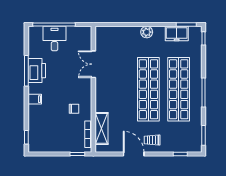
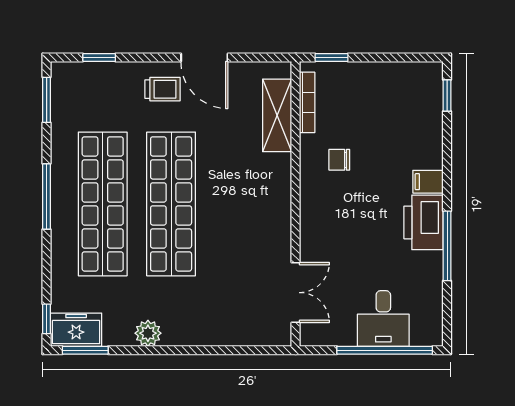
plant: (147, 32) -> (148, 333), moved
freezer: (177, 34) -> (76, 330), moved
double door: (93, 64) -> (296, 293), moved
printer: (37, 71) -> (424, 222), moved

